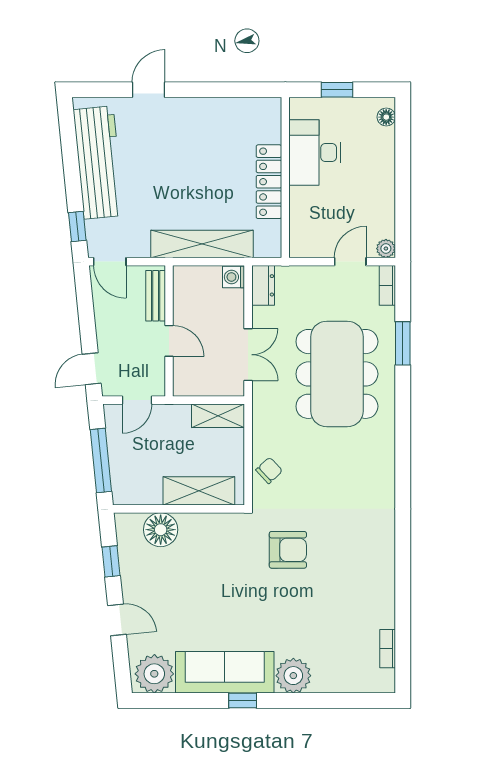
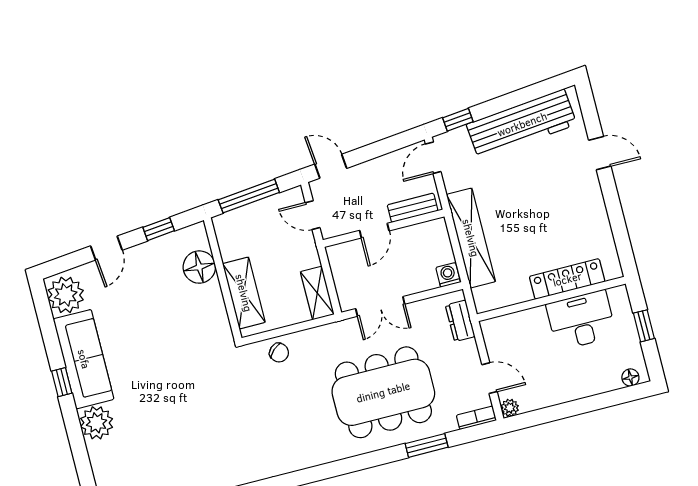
locker: (269, 182) -> (567, 279), moved
dresser: (263, 285) -> (460, 321), moved, turned 90
armchair: (288, 550) -> (211, 388), removed

